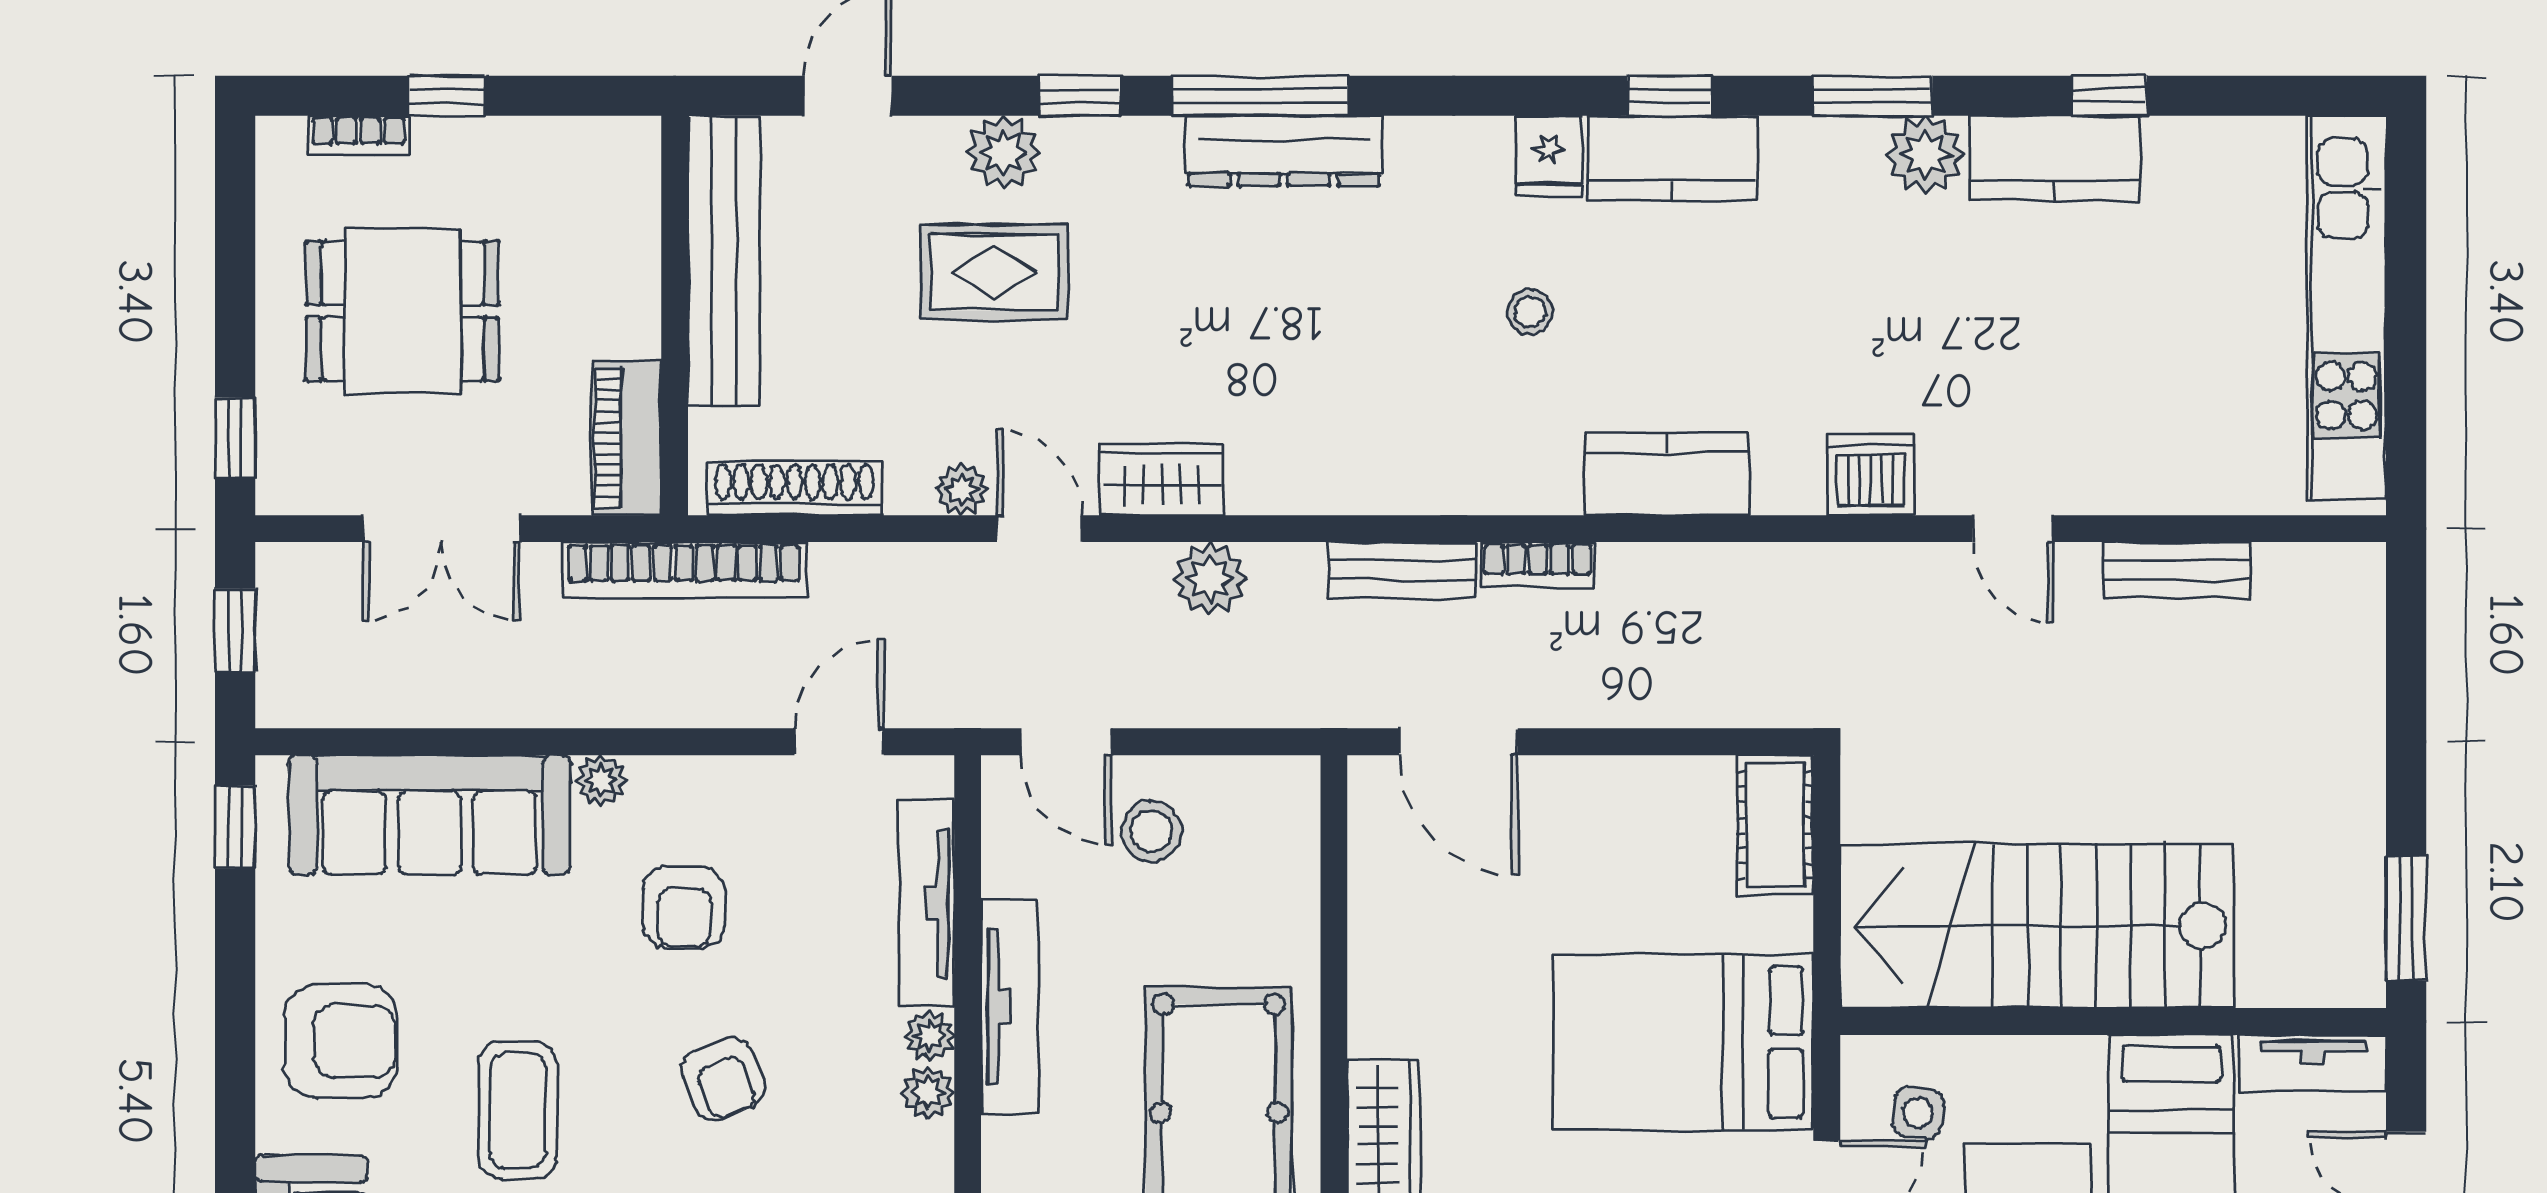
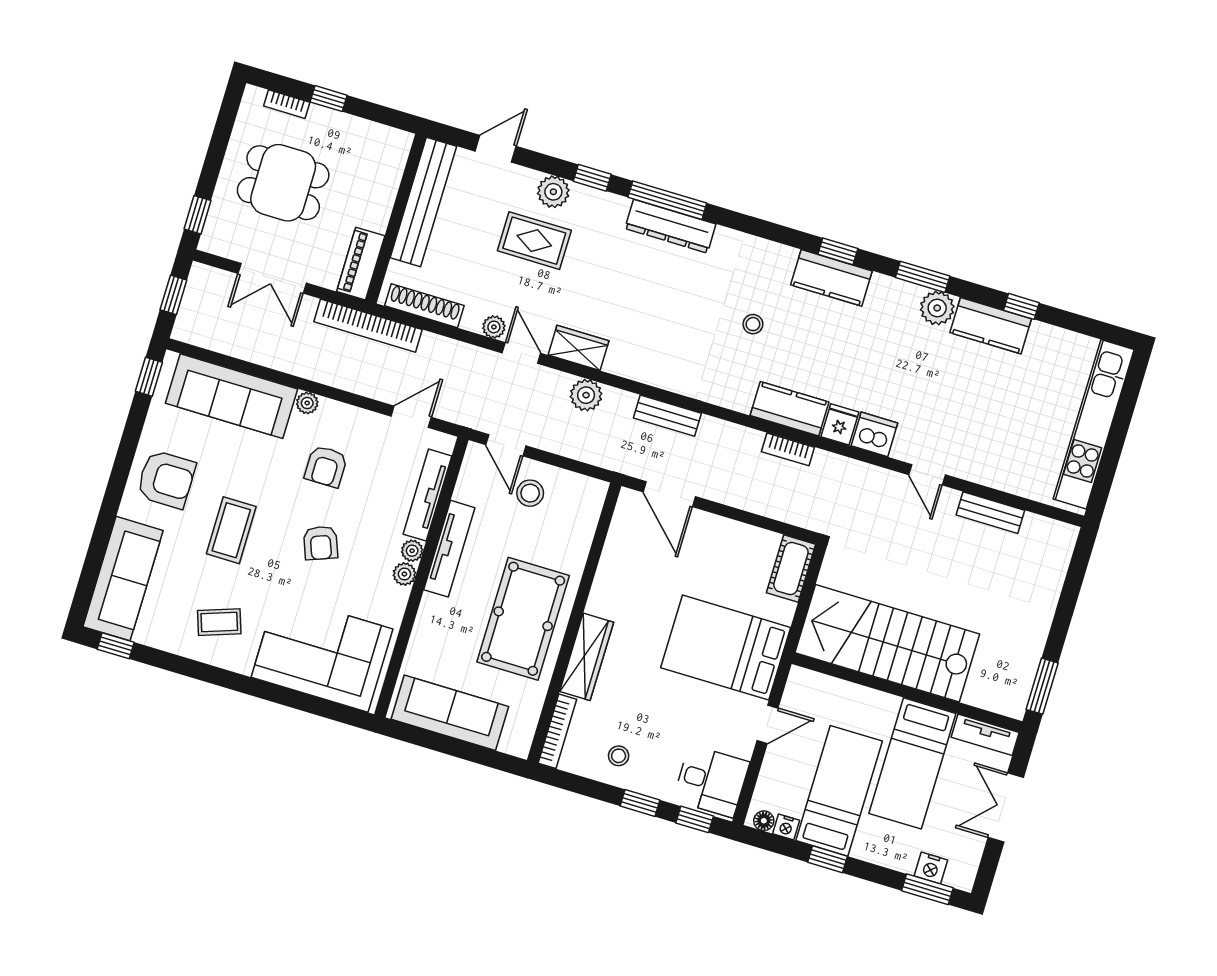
fridge: (1549, 156) -> (840, 424), moved, turned 180
bookcase: (1538, 565) -> (788, 449), moved
side table: (1918, 1113) -> (814, 706), removed

